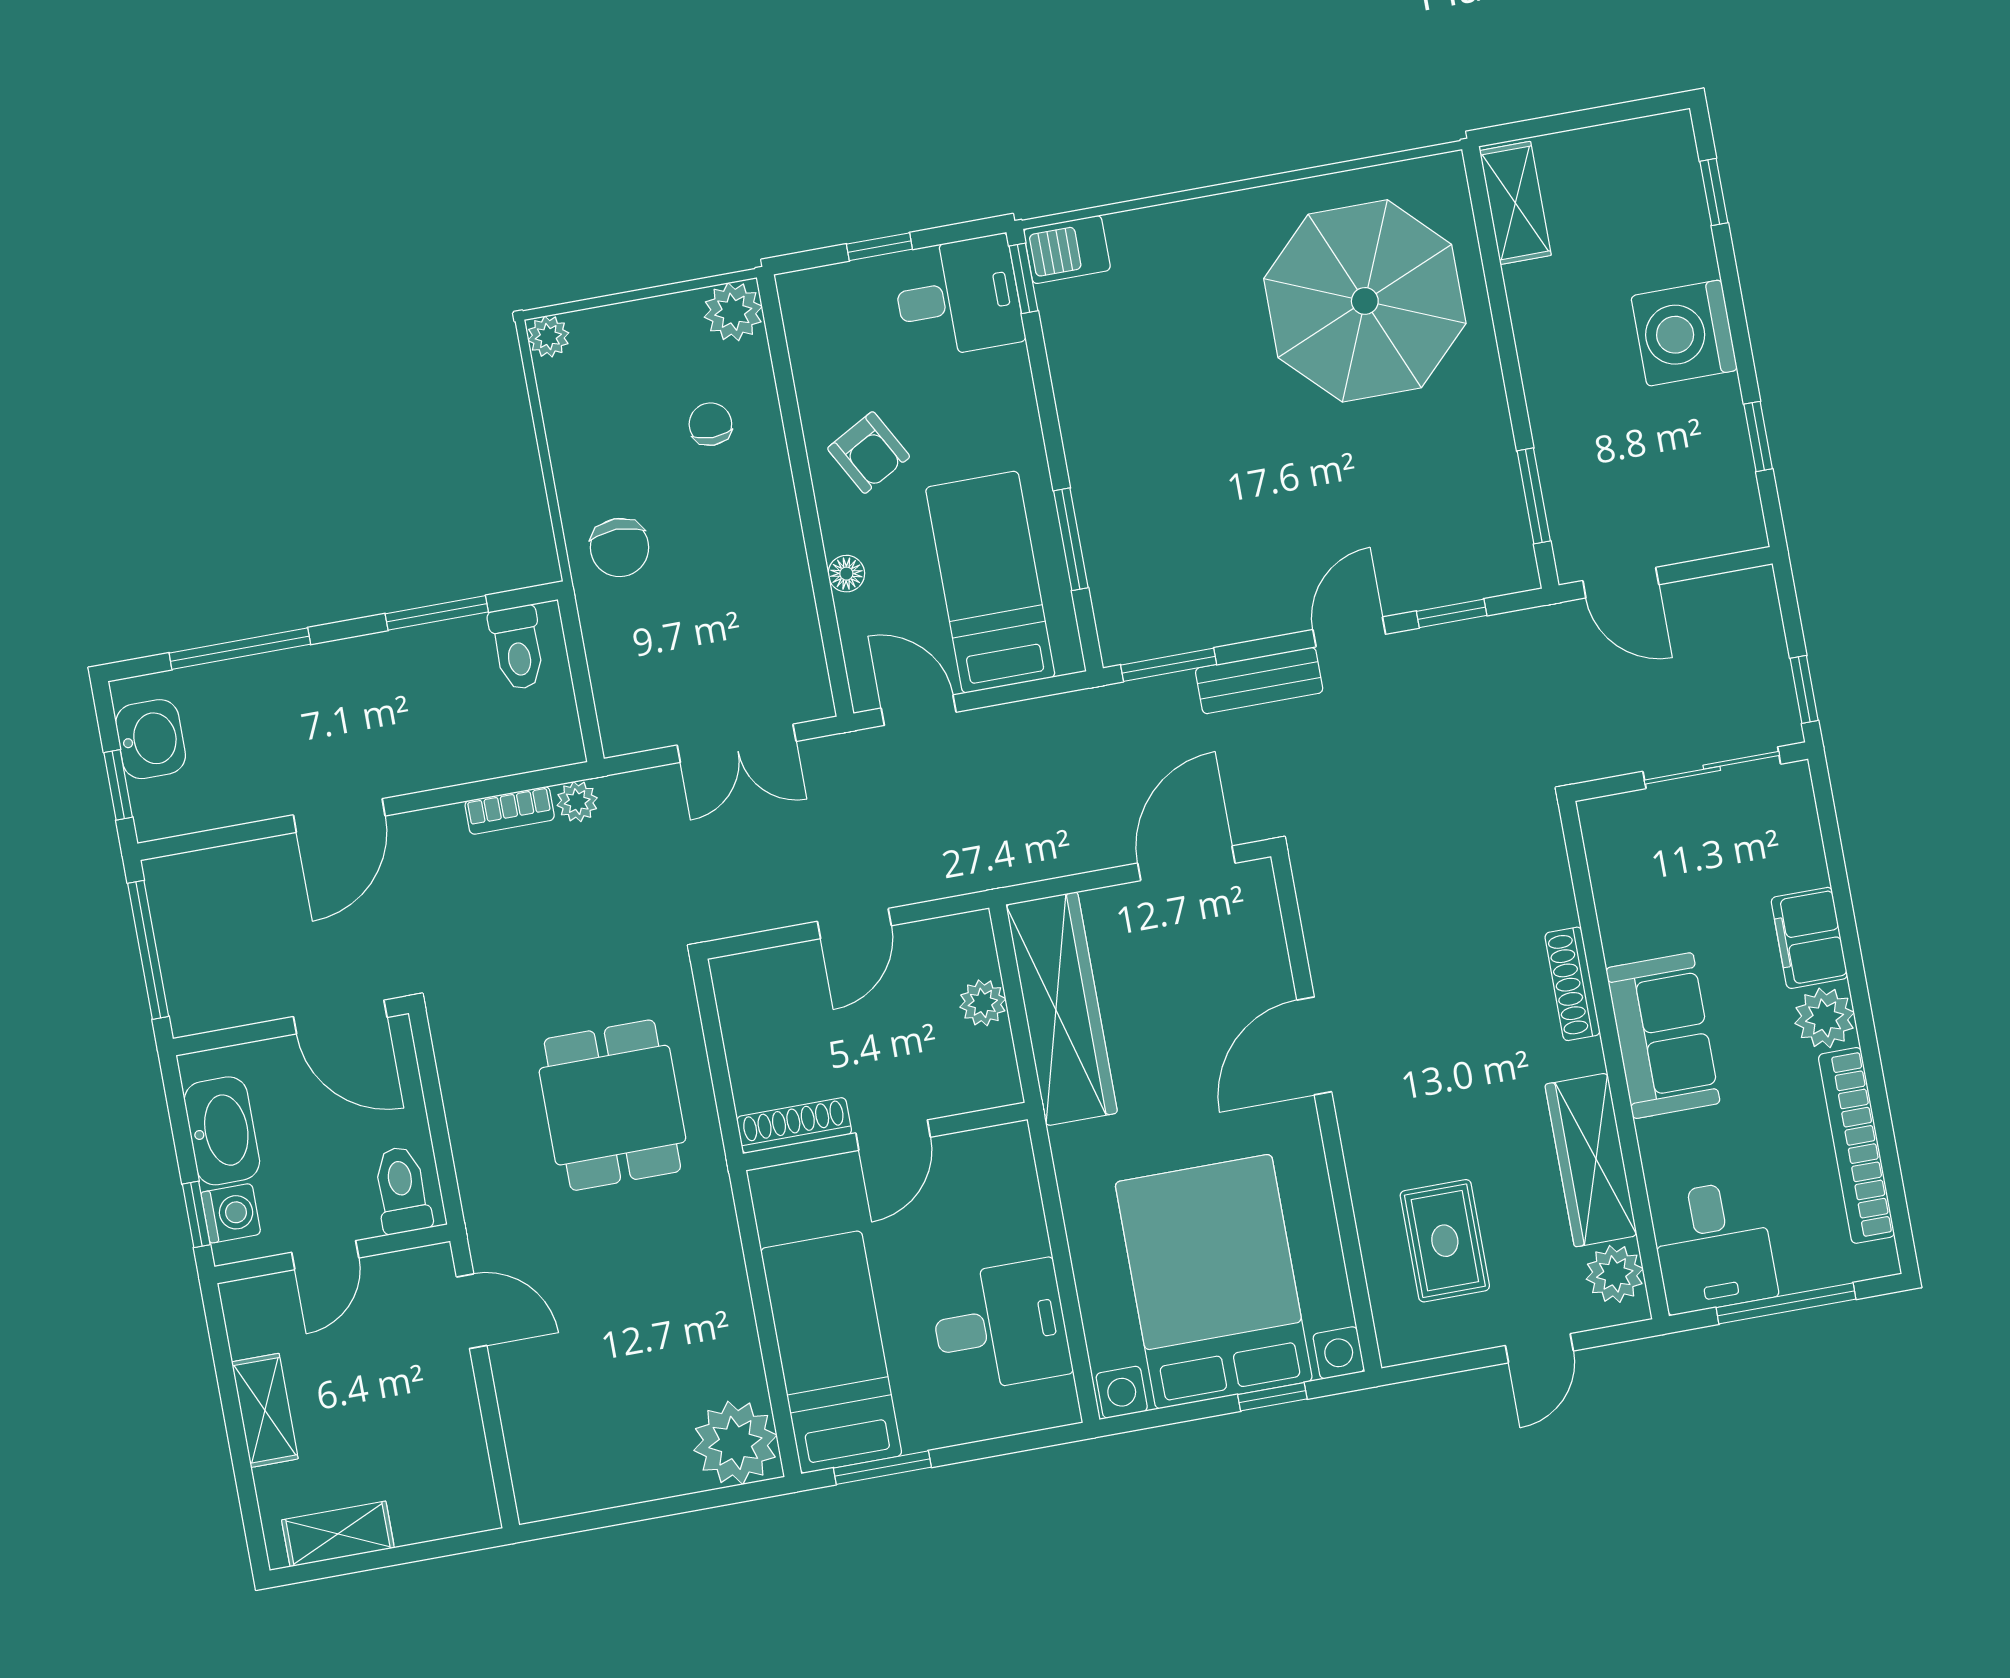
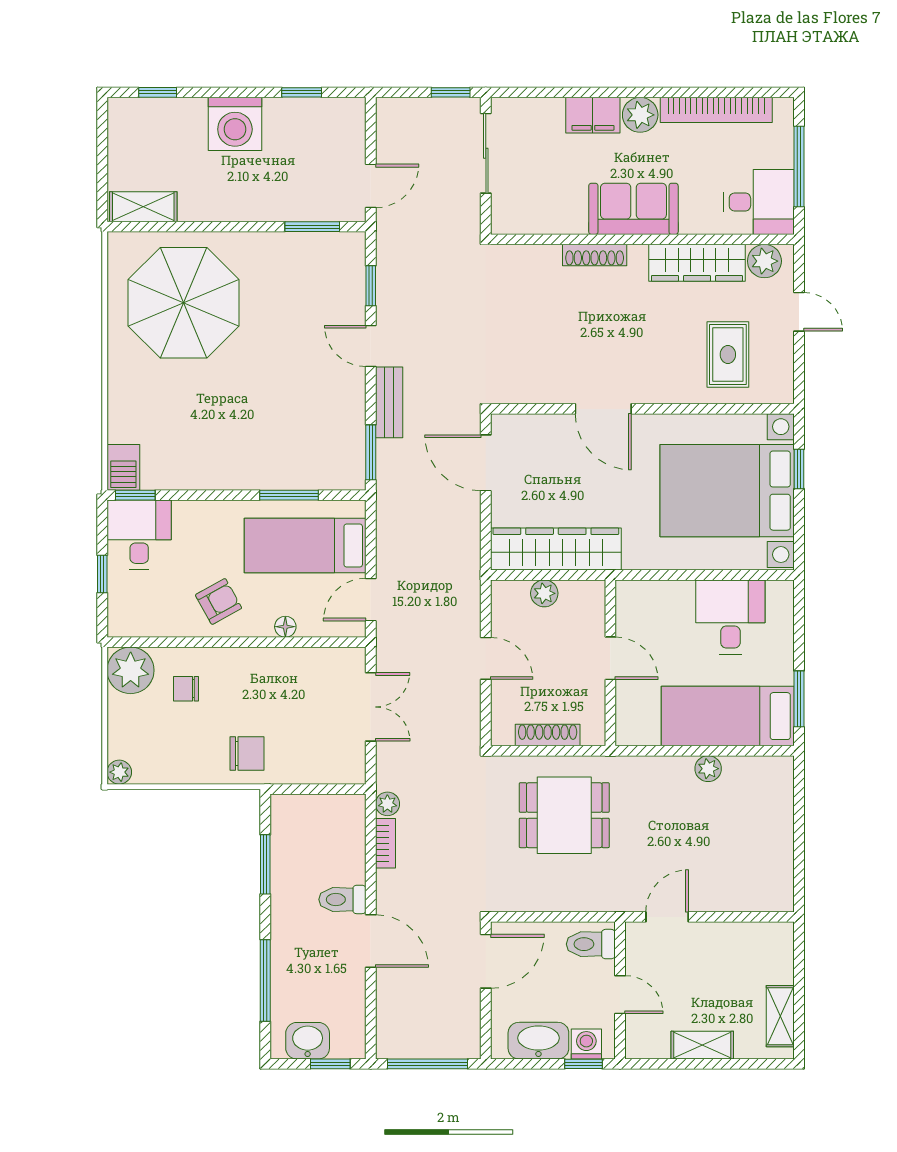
plant: (733, 312) -> (131, 670), width x1.36, depth x1.36
toilet: (518, 648) -> (342, 899), moved, turned 180
shoe rack: (794, 1125) -> (548, 735), moved, turned 90
rug: (1445, 1241) -> (728, 355), turned 90
plant: (735, 1443) -> (708, 769), moved, width x0.53, depth x0.53

